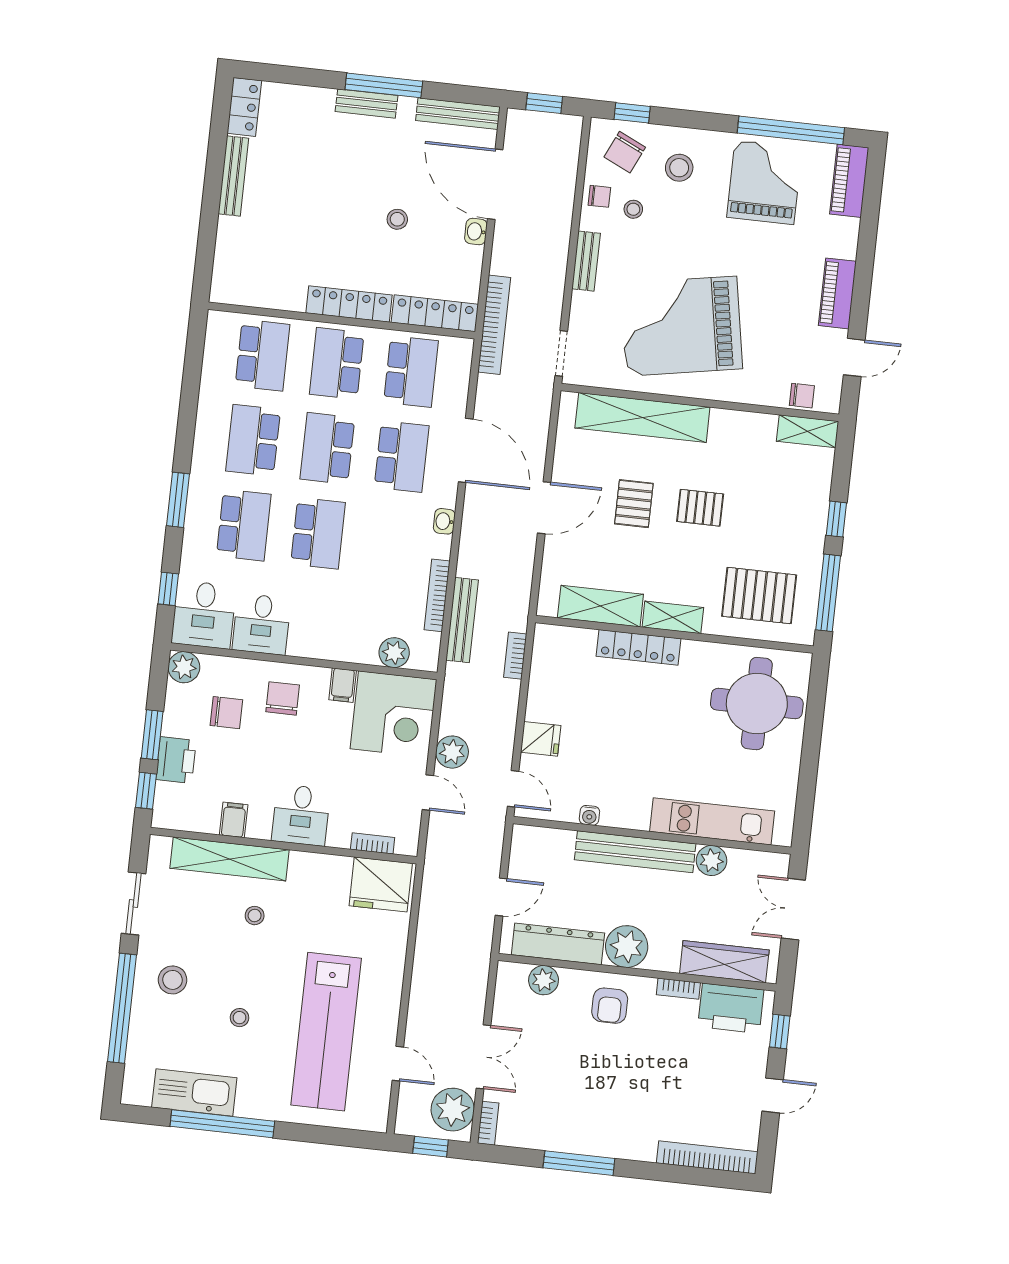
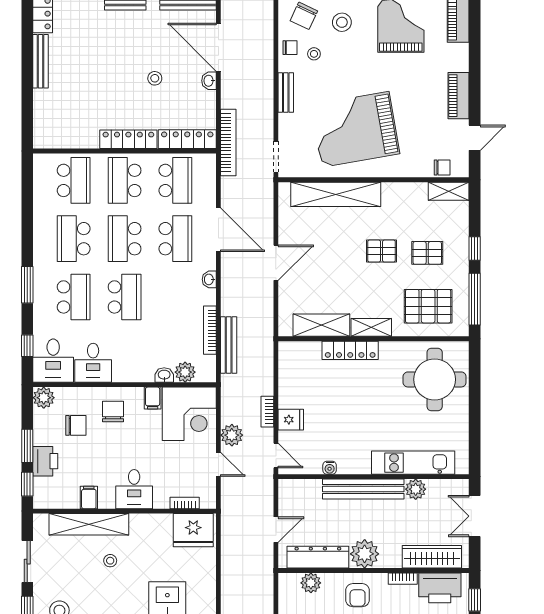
pallet: (634, 504) -> (427, 253), moved, turned 90
washbasin: (363, 653) -> (164, 375), added
bookcase: (515, 656) -> (267, 412), moved

